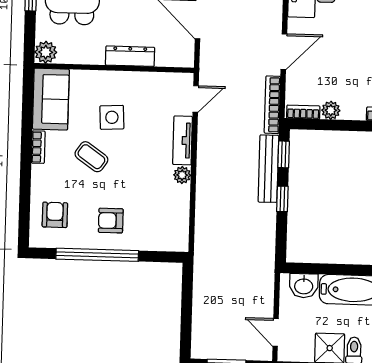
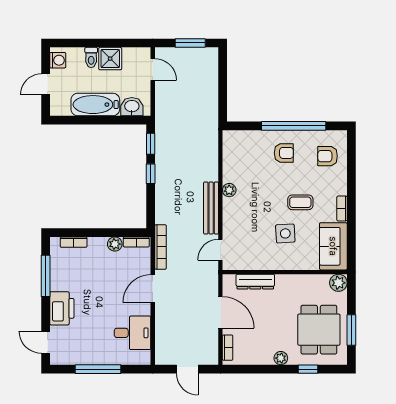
dresser: (130, 56) -> (255, 282), moved
tv unit: (183, 140) -> (230, 217), removed
window: (284, 154) -> (151, 144), moved
coffee table: (91, 157) -> (300, 202), turned -35
bench: (268, 169) -> (211, 208), moved
armchair: (55, 215) -> (328, 156), turned 90

